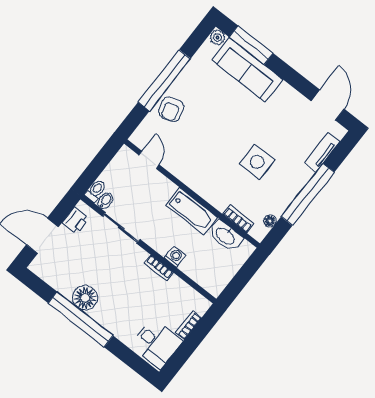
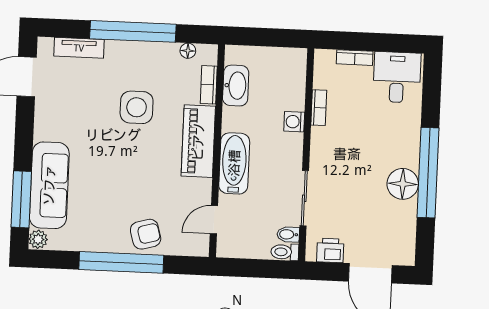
piano: (207, 186) -> (198, 141), added
bathtub: (192, 211) -> (234, 163), moved
bookcase: (159, 268) -> (319, 108), moved

